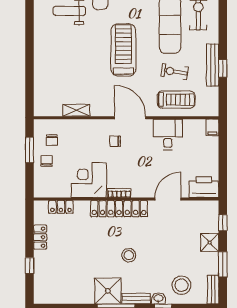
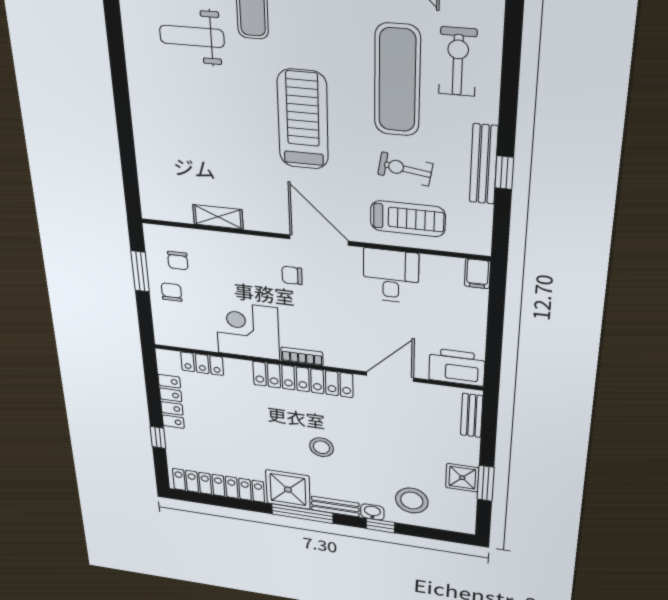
window: (223, 223) -> (489, 425), removed
locker: (40, 237) -> (171, 402), width x1.53
shower: (210, 243) -> (462, 478), moved
bench: (213, 290) -> (472, 415), moved
locker: (65, 296) -> (218, 485), added

